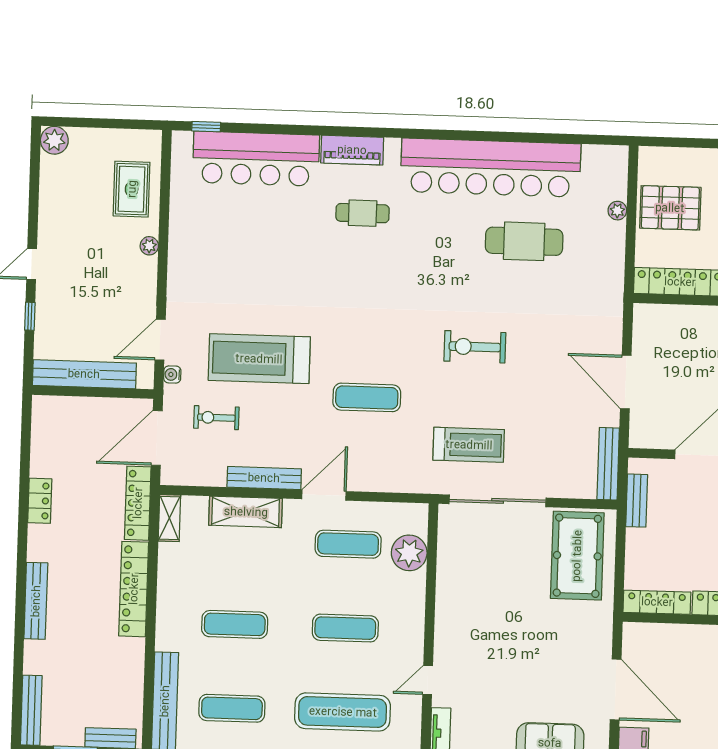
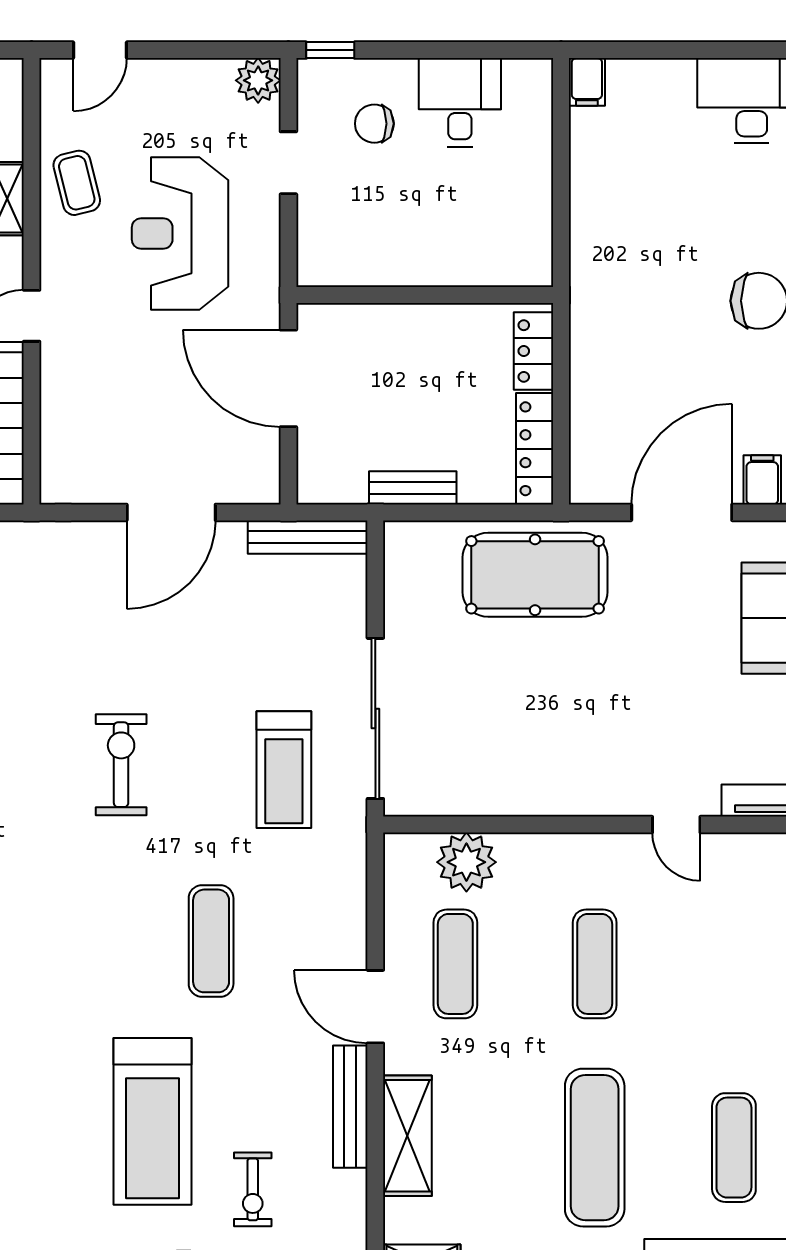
exercise bike: (475, 347) -> (121, 765), turned 180
treadmill: (469, 445) -> (284, 770), turned 180
bench: (637, 501) -> (413, 488), moved
pool table: (577, 556) -> (535, 575), moved
exercise mat: (235, 624) -> (595, 1148), width x1.36, depth x1.45
exercise mat: (343, 712) -> (734, 964), removed

